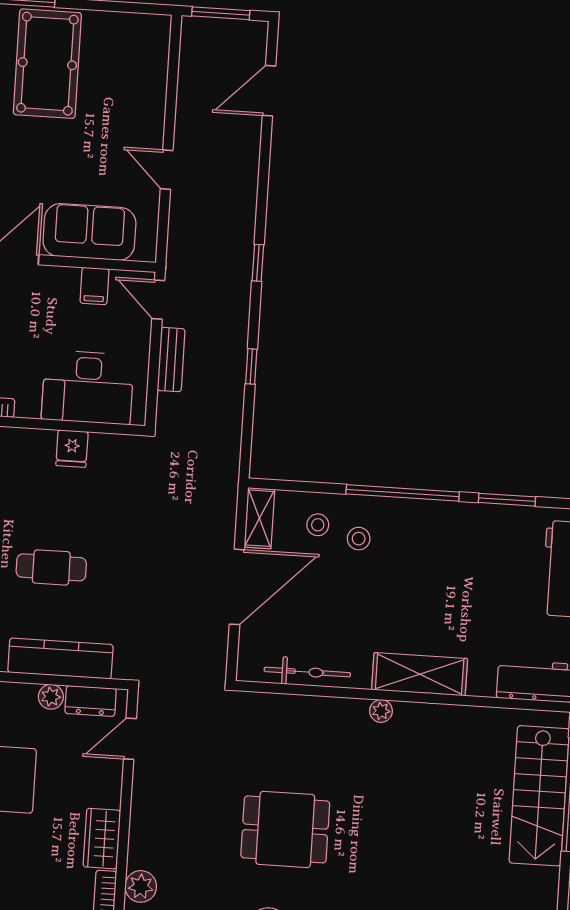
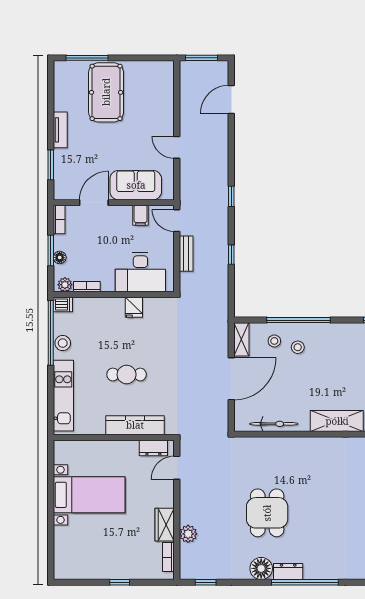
window: (403, 493) -> (299, 320), moved
plant: (51, 697) -> (131, 447), removed
plant: (381, 711) -> (316, 443), removed
dining table: (285, 829) -> (267, 513), turned 90
plant: (141, 886) -> (188, 534), moved

